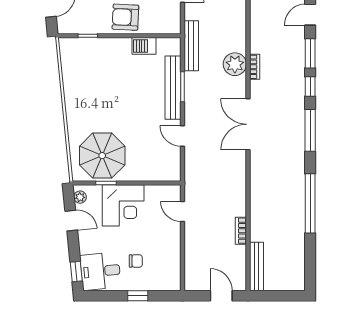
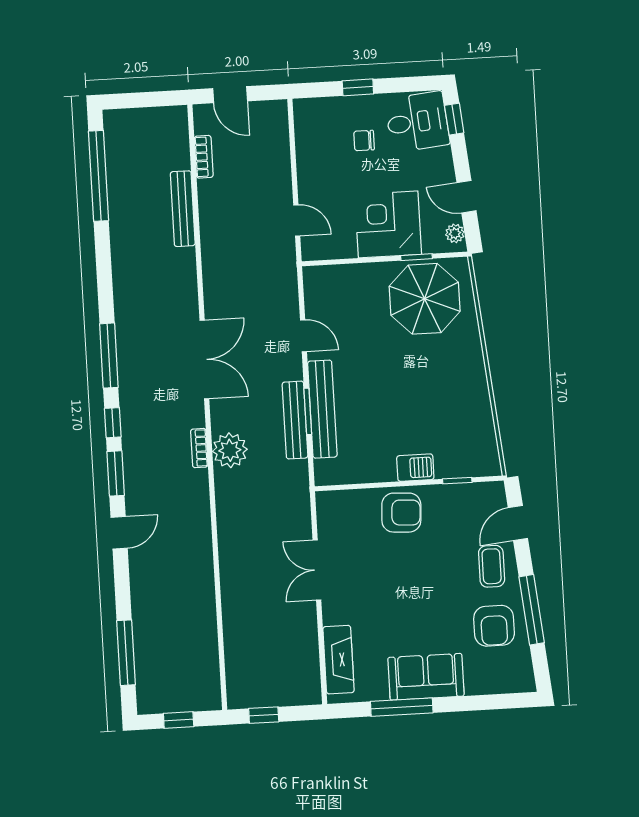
barbecue: (144, 46) -> (415, 468), moved
bench: (191, 46) -> (295, 420), moved
window: (310, 203) -> (99, 176), moved
bookcase: (241, 231) -> (204, 157), moved
bench: (256, 266) -> (183, 209), moved

